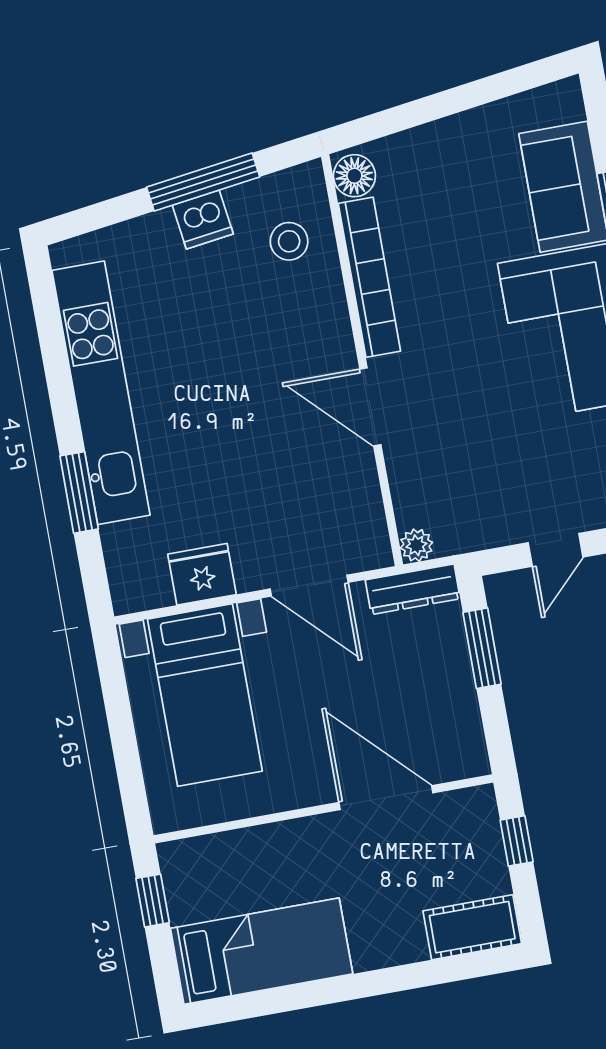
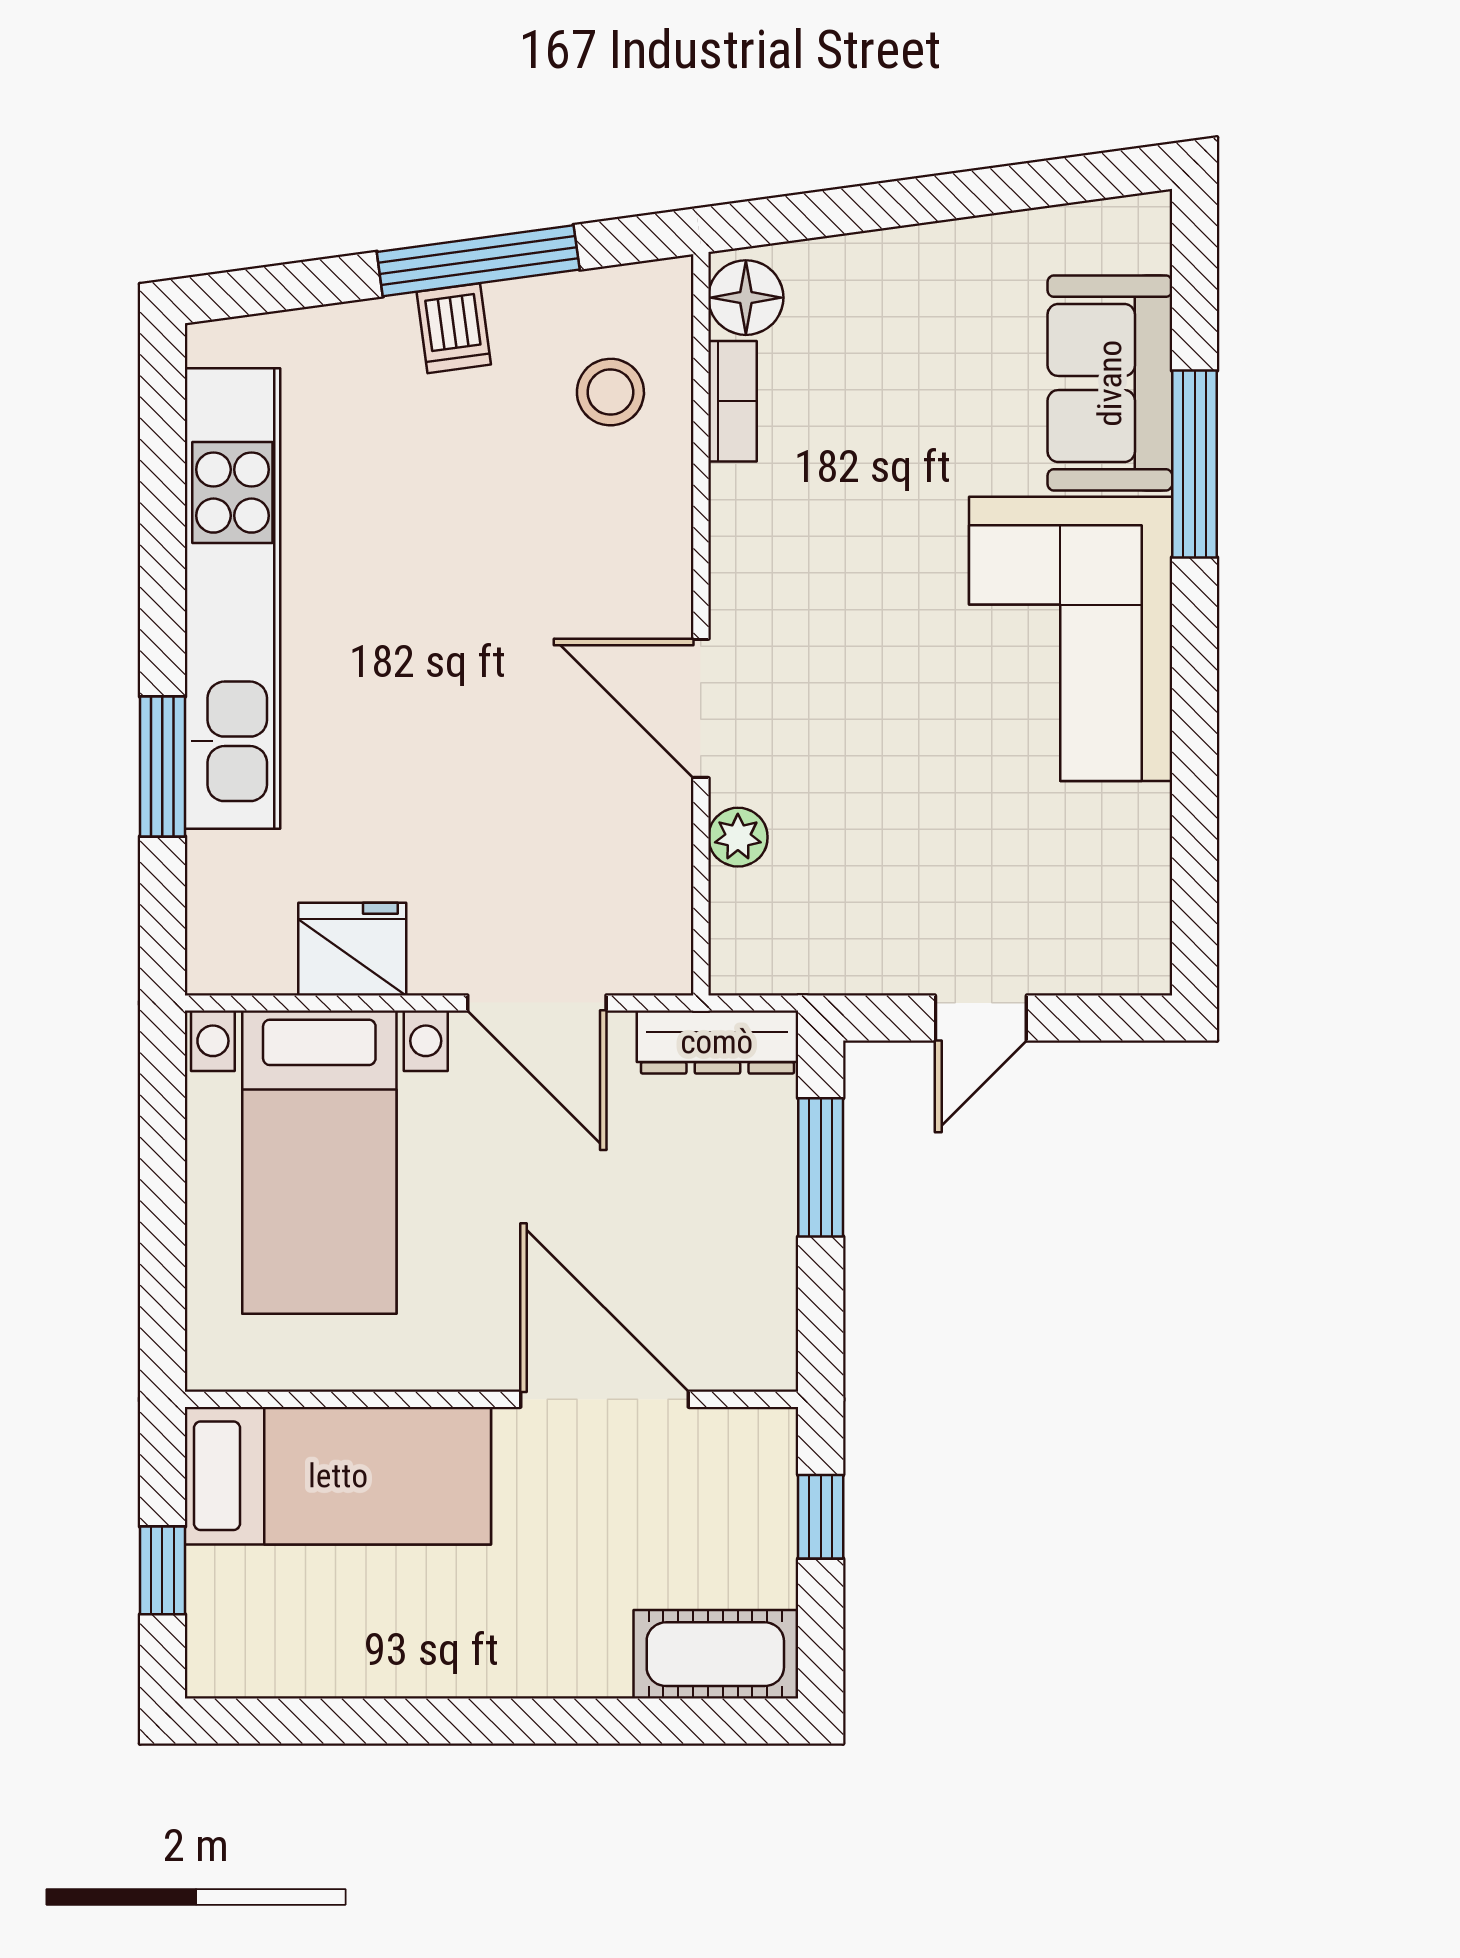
dishwasher: (203, 220) -> (454, 328), width x0.73
bookcase: (369, 277) -> (733, 401), width x0.43, depth x0.76
plant: (416, 545) -> (738, 837), moved
window: (153, 901) -> (162, 1570), moved
bed: (262, 951) -> (338, 1476), moved

